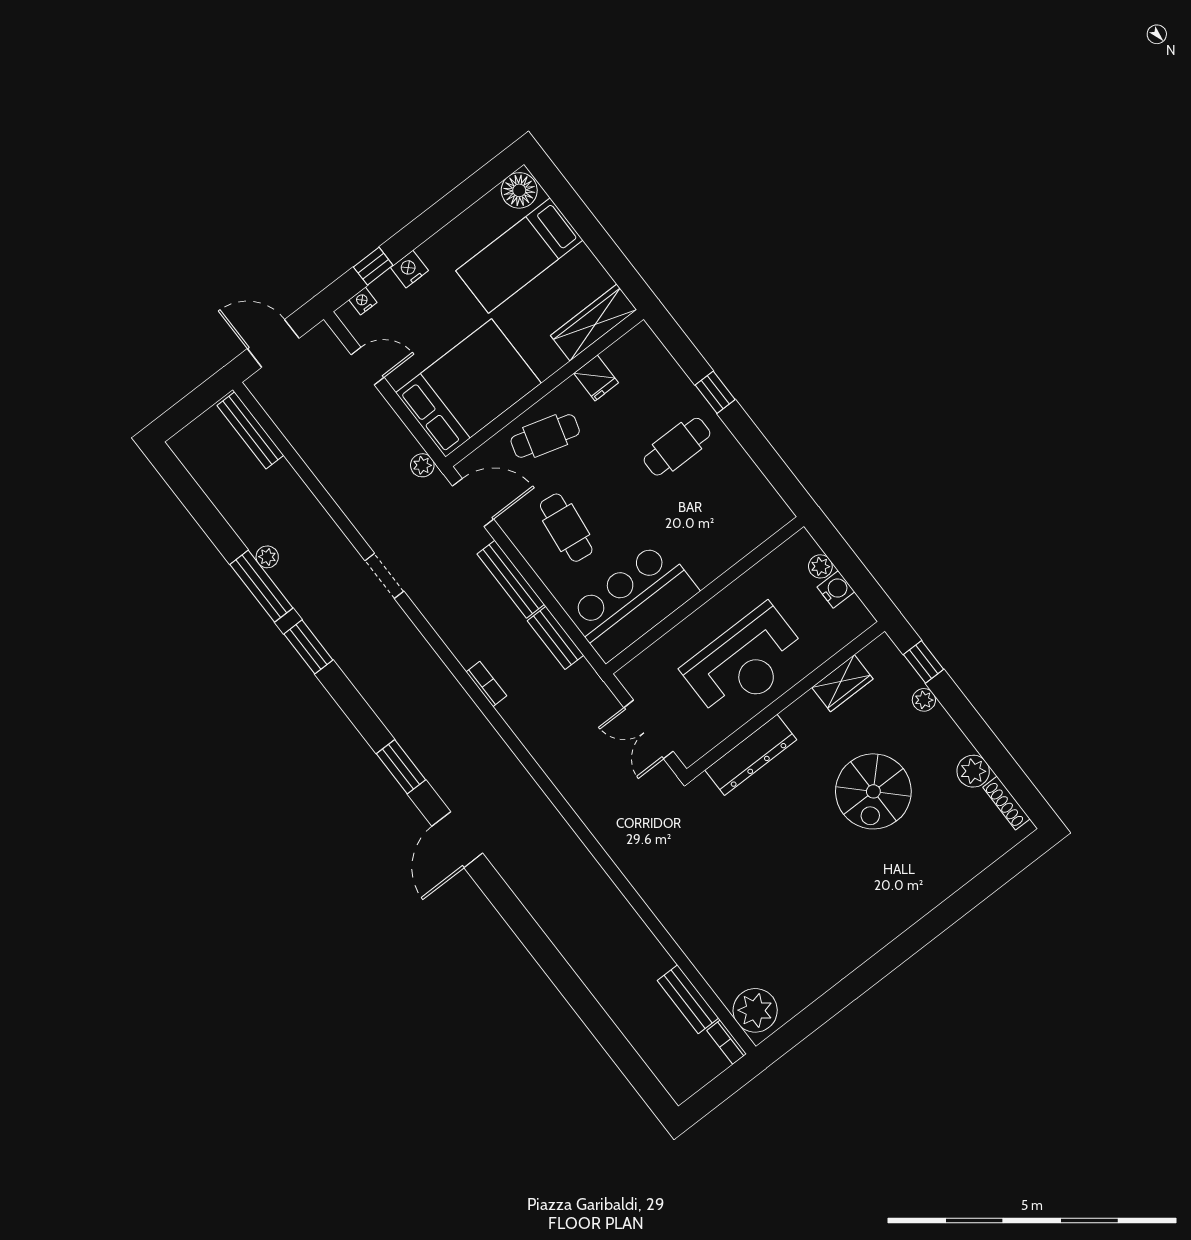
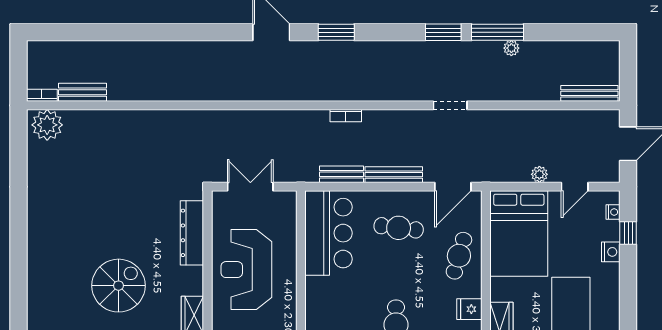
plant: (422, 465) -> (539, 174), moved
spiral stairs: (873, 791) -> (119, 286), turned 90

